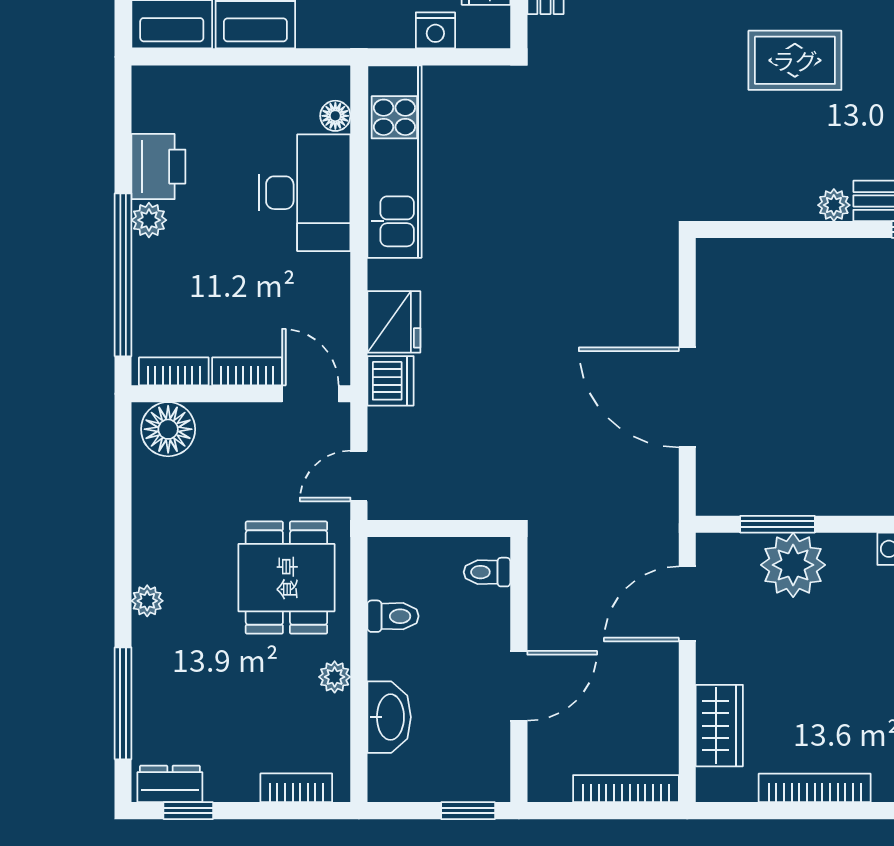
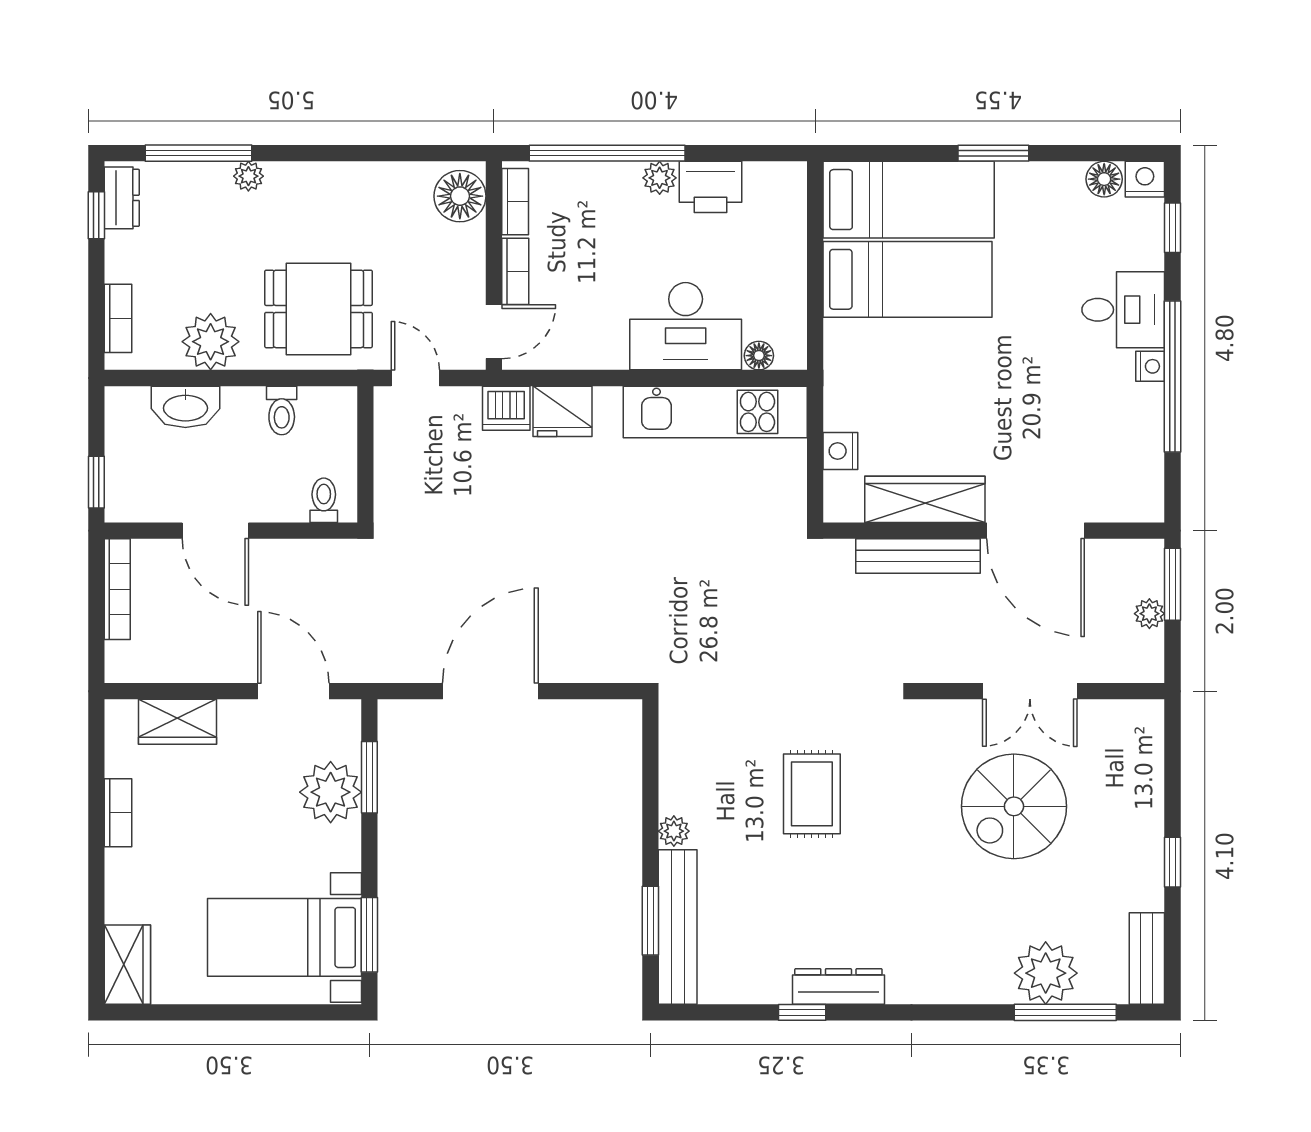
plant: (147, 601) -> (248, 176), moved
plant: (335, 677) -> (211, 342), width x1.87, depth x1.87
bookcase: (815, 788) -> (118, 813), width x0.64
bookcase: (626, 789) -> (117, 589), moved

